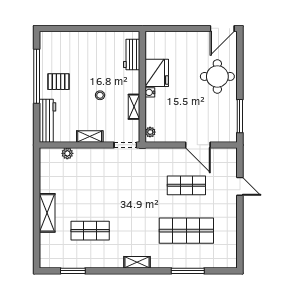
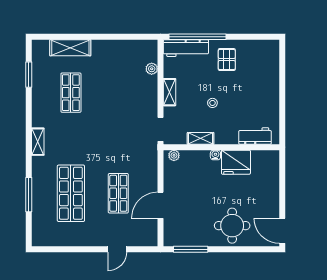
window: (37, 76) -> (197, 37), moved
shelving: (47, 213) -> (70, 48), moved

